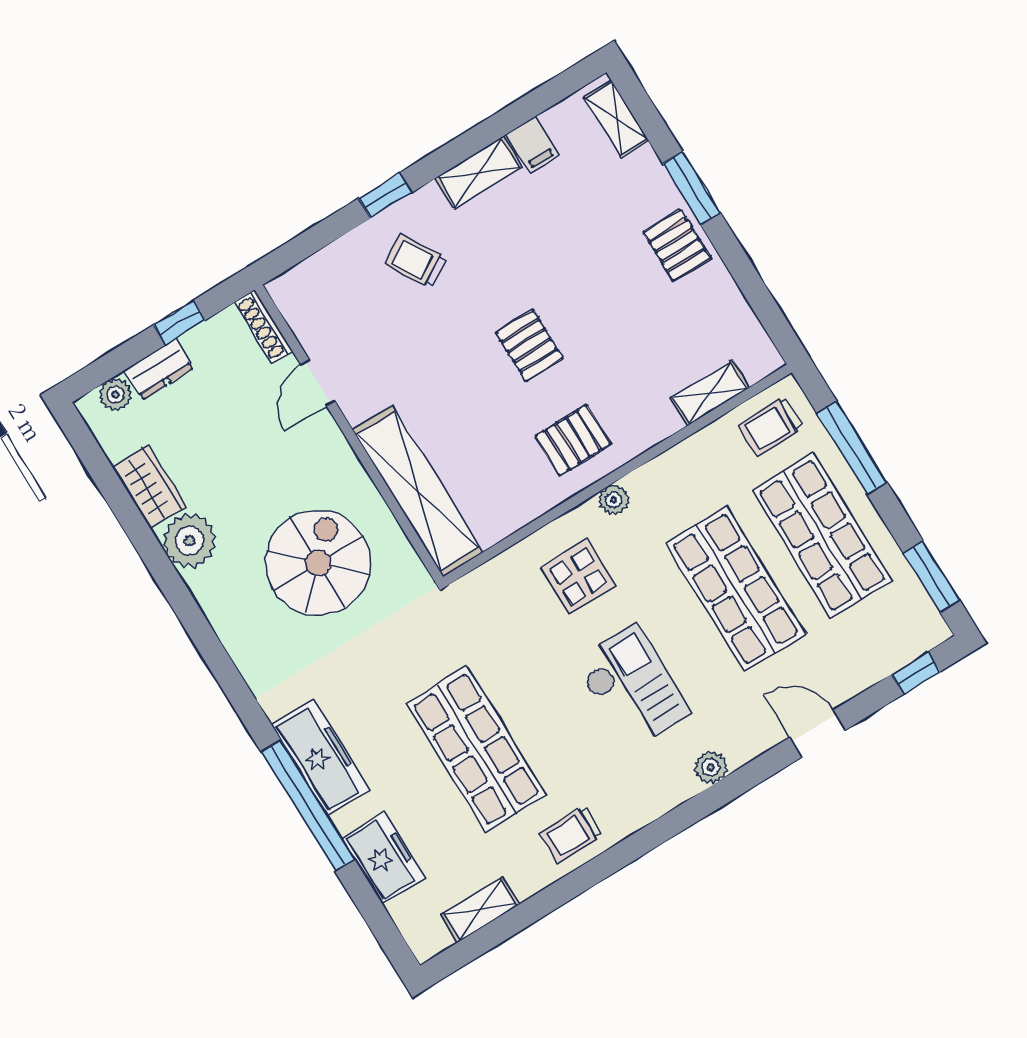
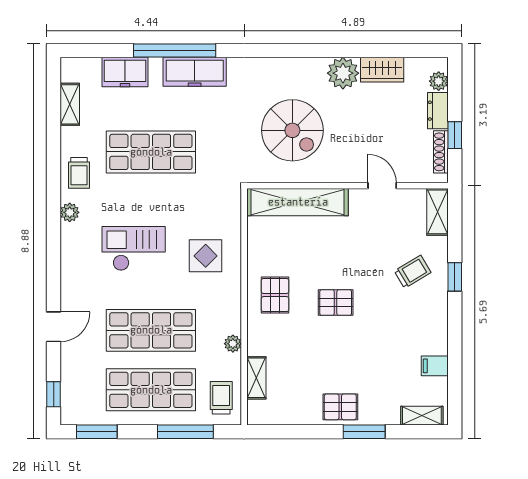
shelving: (479, 172) -> (437, 212), moved
shoe rack: (263, 327) -> (441, 152), moved, turned -90
plant: (614, 500) -> (233, 344), moved
checkout: (632, 687) -> (134, 249), turned 180
plant: (711, 767) -> (70, 212), moved
trolley: (571, 835) -> (79, 173), turned 180

